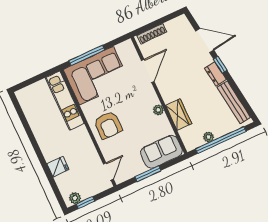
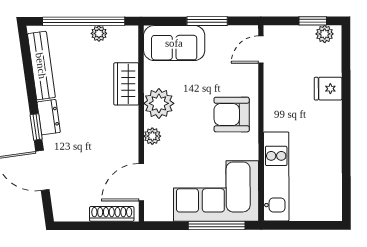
door: (148, 71) -> (141, 182), moved
plant: (149, 91) -> (152, 136), added
plant: (158, 110) -> (159, 103), width x1.88, depth x1.88
armchair: (108, 125) -> (232, 115), turned -90

